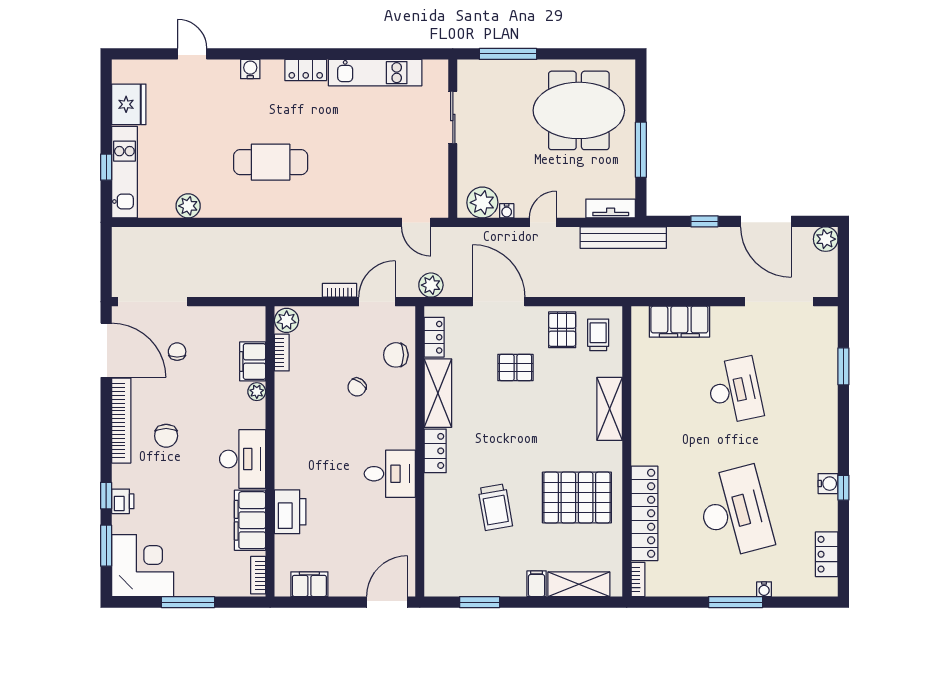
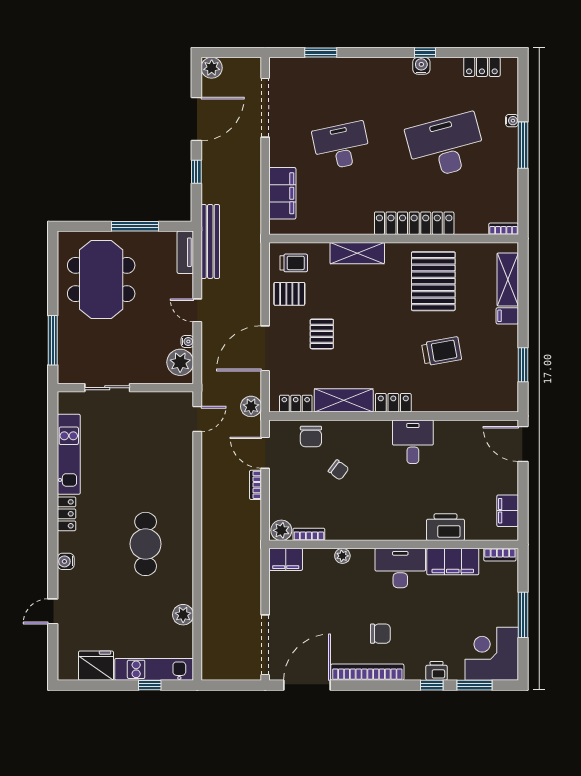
trolley: (598, 335) -> (294, 263), turned 180
chair: (177, 352) -> (308, 624), removed
filing cabinet: (253, 361) -> (286, 559), moved
locker: (644, 513) -> (414, 223), moved

